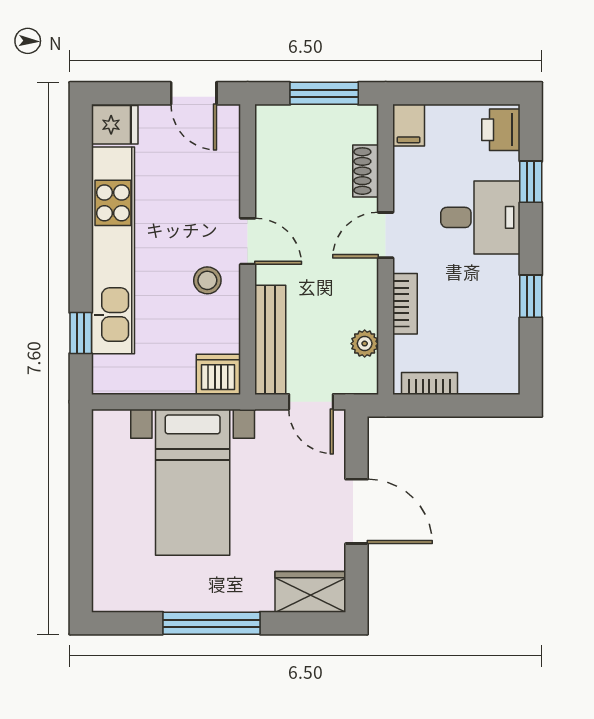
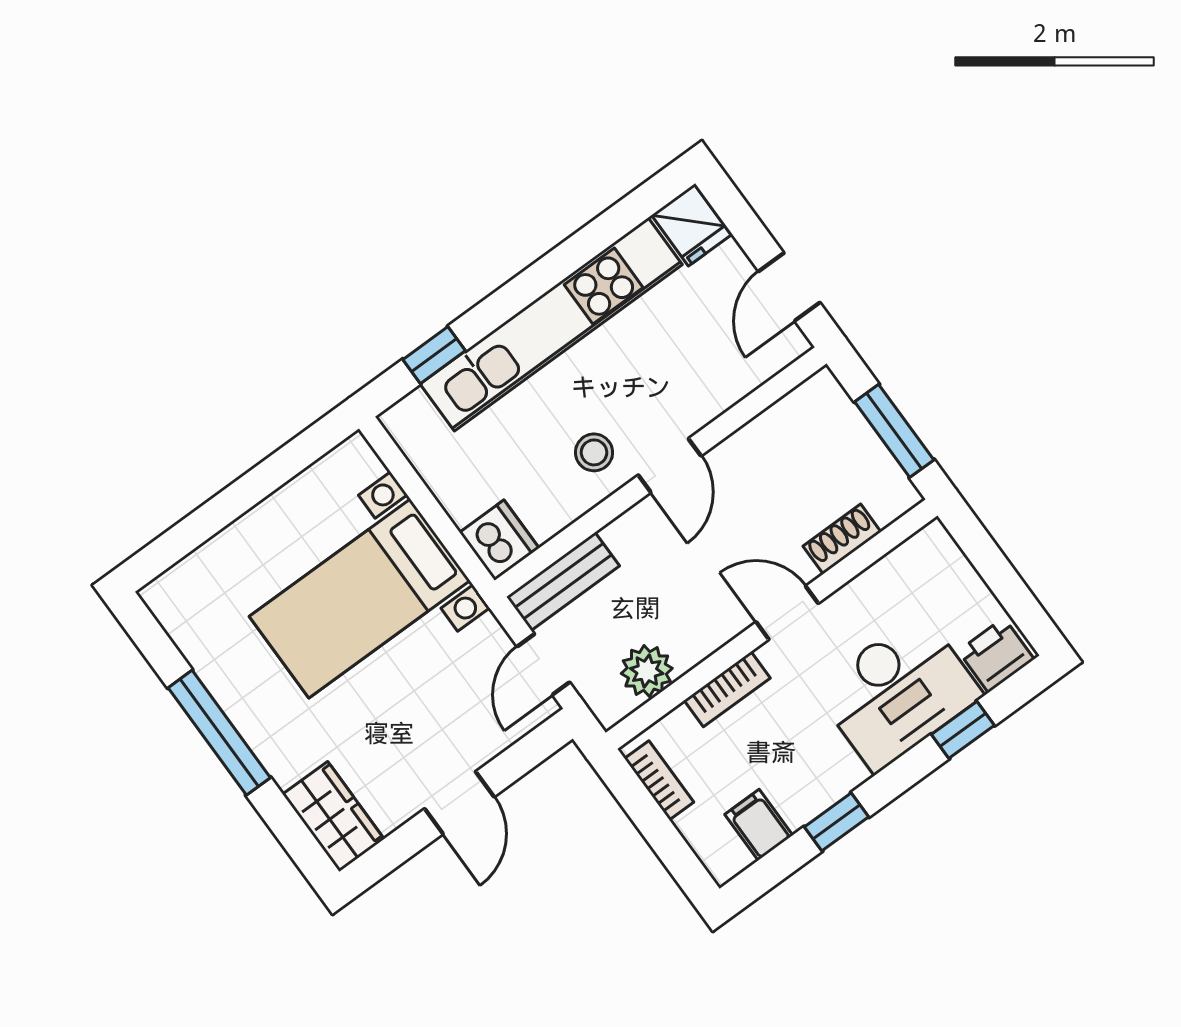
filing cabinet: (409, 125) -> (759, 825), moved, turned 90
desk: (480, 217) -> (898, 692), width x1.37
bench: (270, 340) -> (563, 581), width x0.73
plant: (365, 344) -> (647, 671), width x1.38, depth x1.38
door: (357, 511) -> (459, 803), width x0.73

